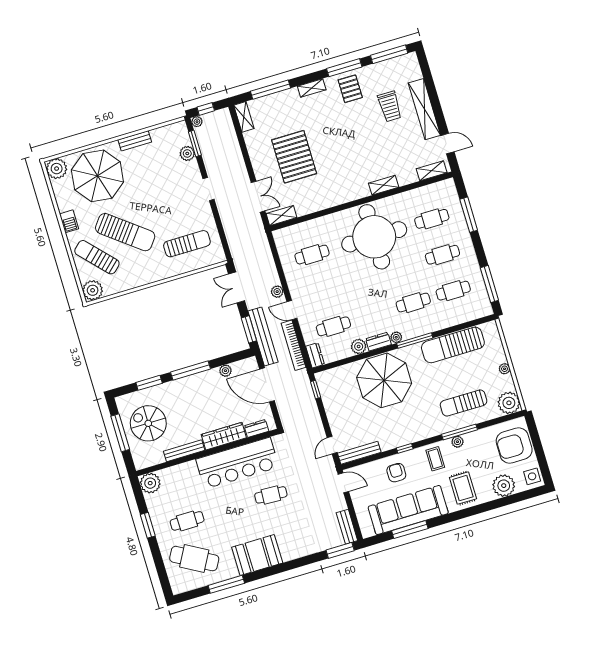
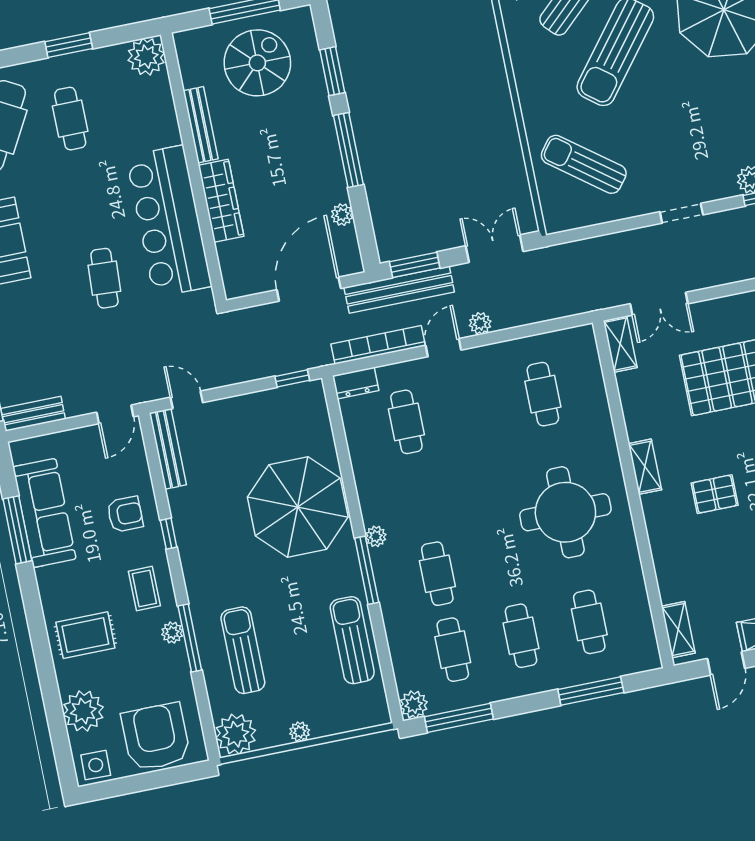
pallet: (357, 158) -> (715, 494), added
shelving: (384, 185) -> (645, 467), moved
round table: (374, 237) -> (565, 512), width x0.73, depth x0.73
sun lounger: (187, 244) -> (584, 164), turned 127
dresser: (378, 342) -> (371, 503), removed
sun lounger: (453, 345) -> (352, 640), width x0.73, depth x0.75
plant: (359, 346) -> (414, 705), moved
dresser: (256, 428) -> (230, 262), removed
coffee table: (435, 459) -> (144, 588), turned 90
sofa: (408, 510) -> (44, 513), width x0.74, depth x0.79

